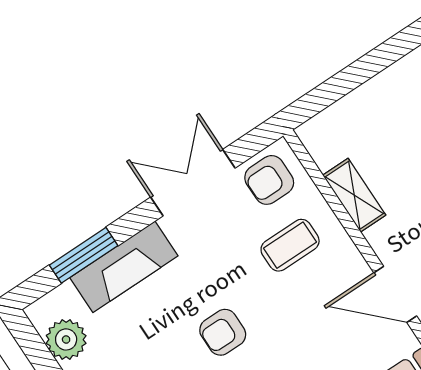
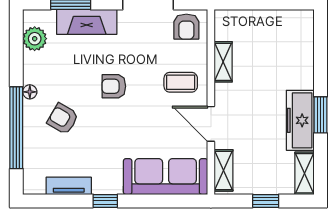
armchair: (269, 180) -> (186, 27), turned -90
coffee table: (290, 245) -> (181, 82), moved

